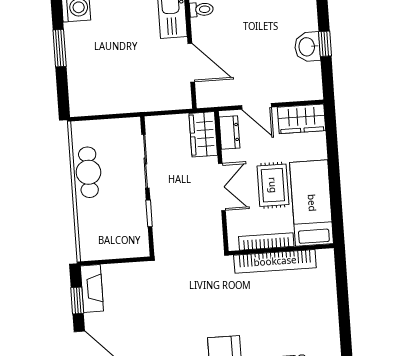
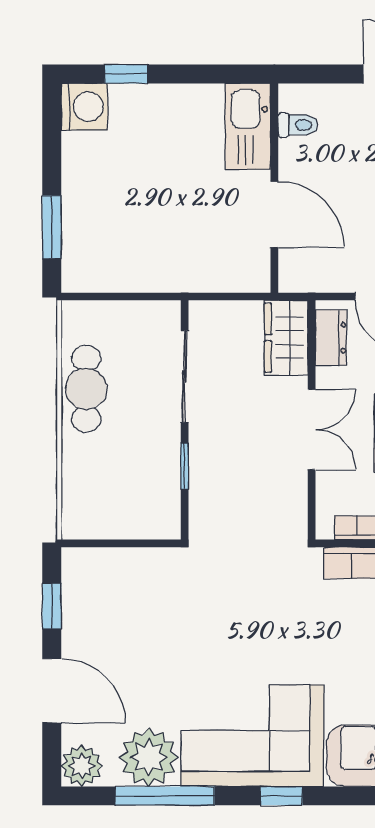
window: (60, 48) -> (52, 227), moved
fireplace: (92, 288) -> (78, 587), removed

